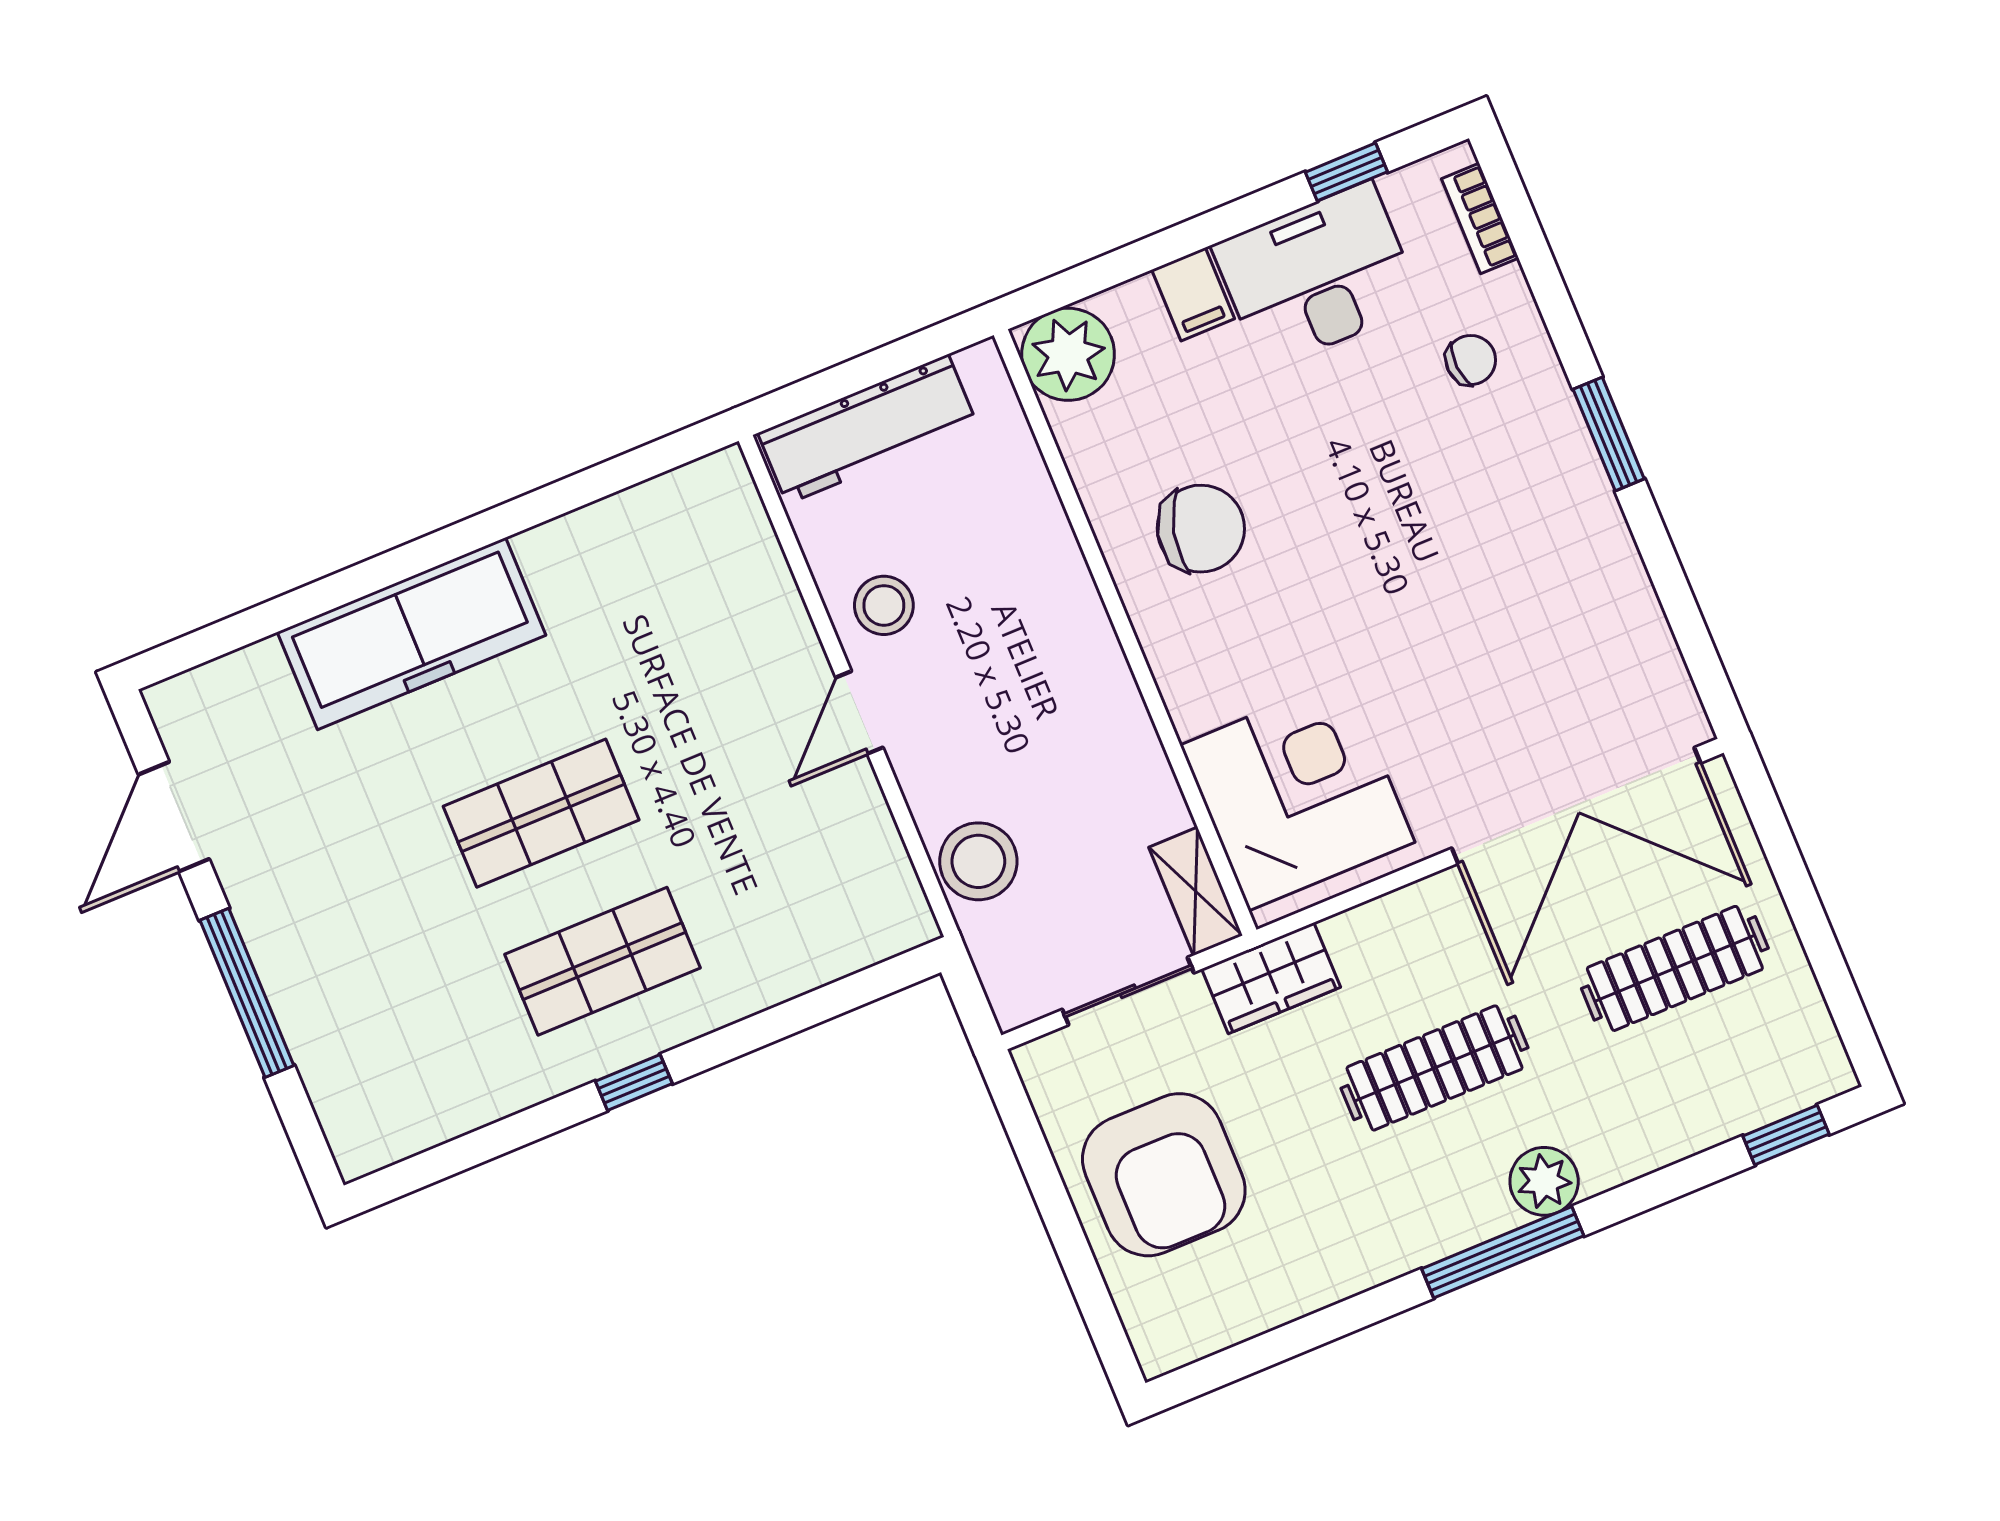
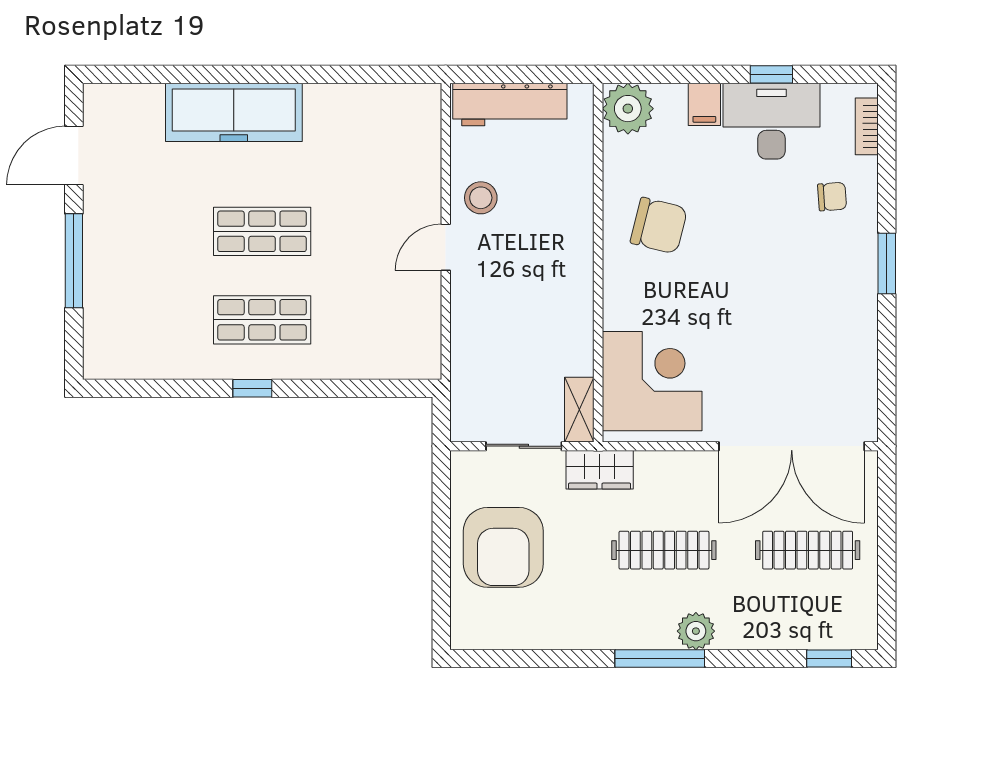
window: (1346, 172) -> (771, 74), moved
stool: (978, 861) -> (475, 348), removed

